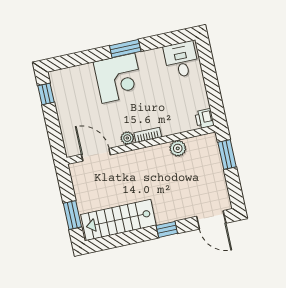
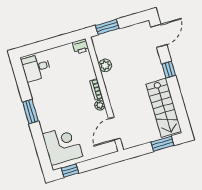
corner desk: (118, 78) -> (63, 145), moved

